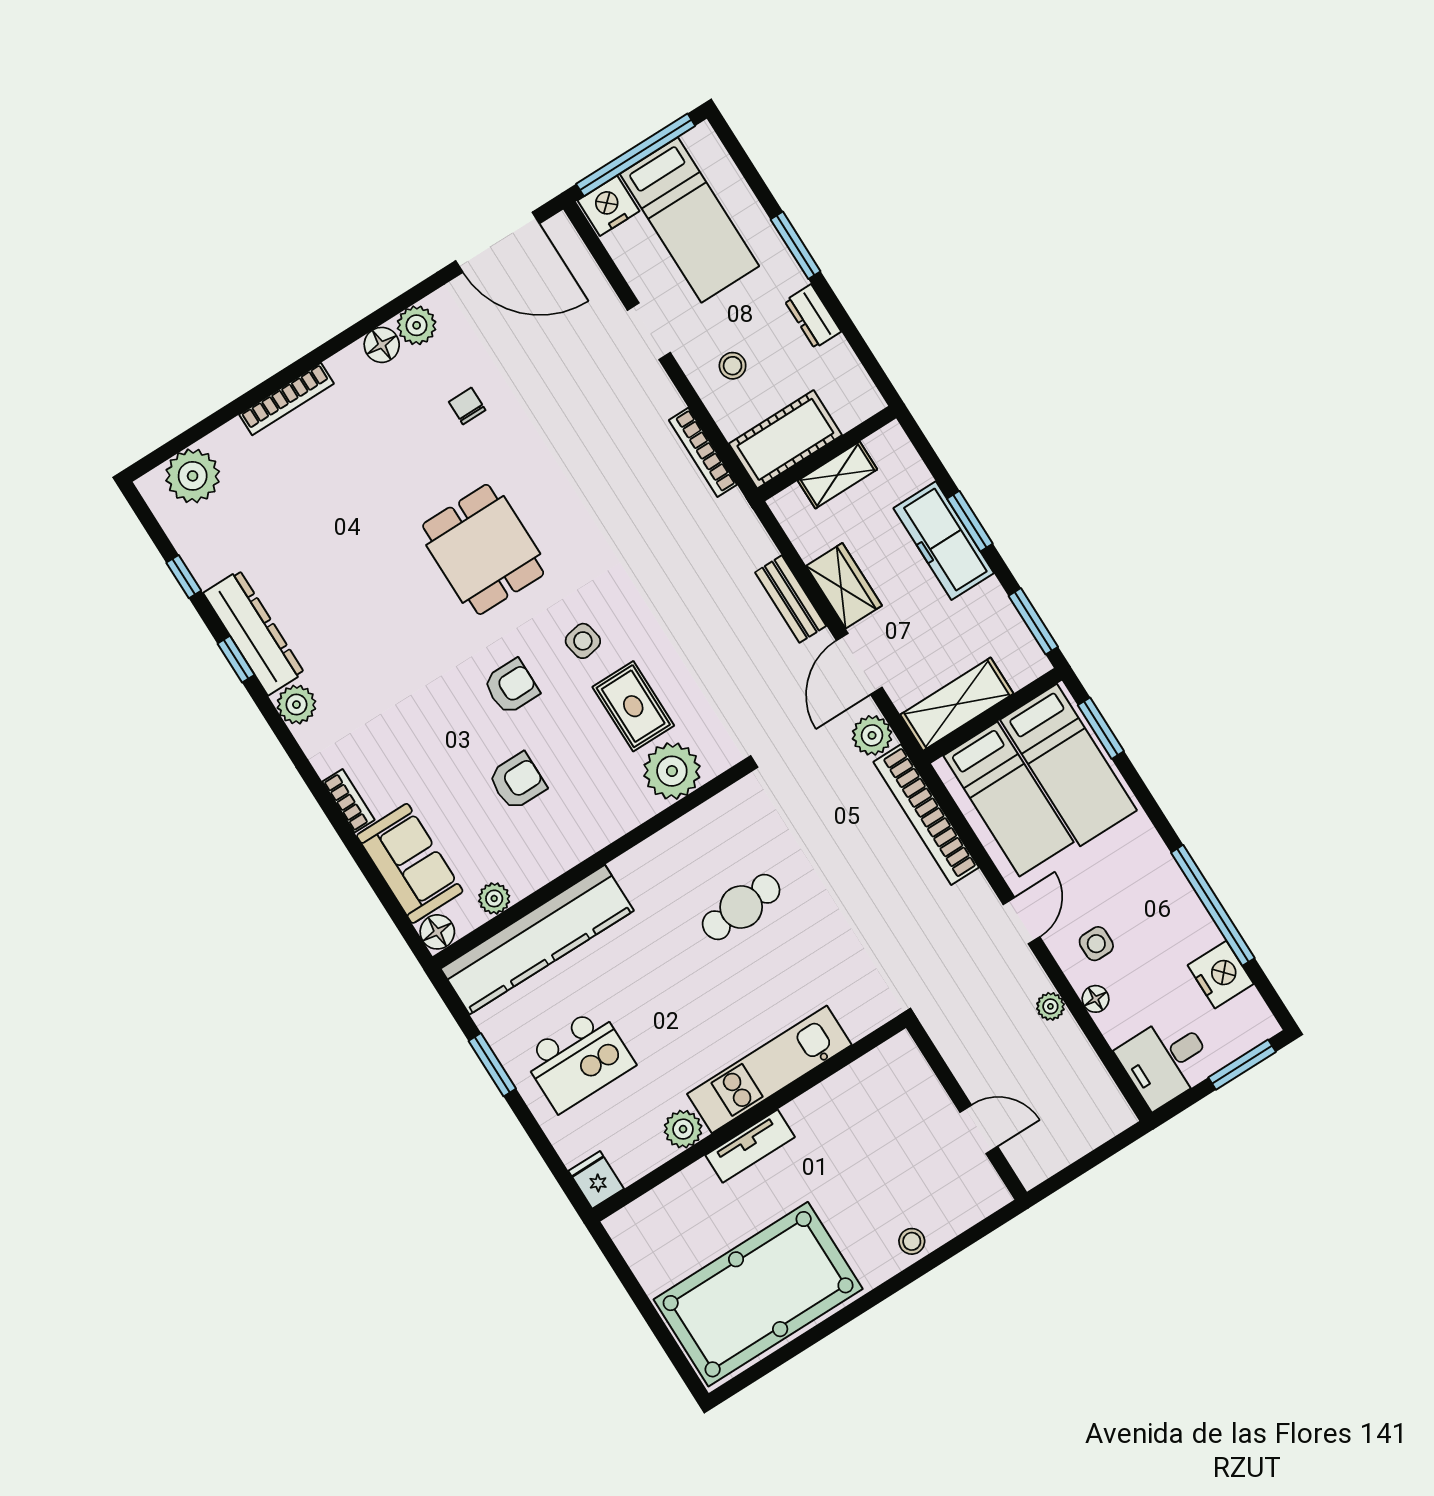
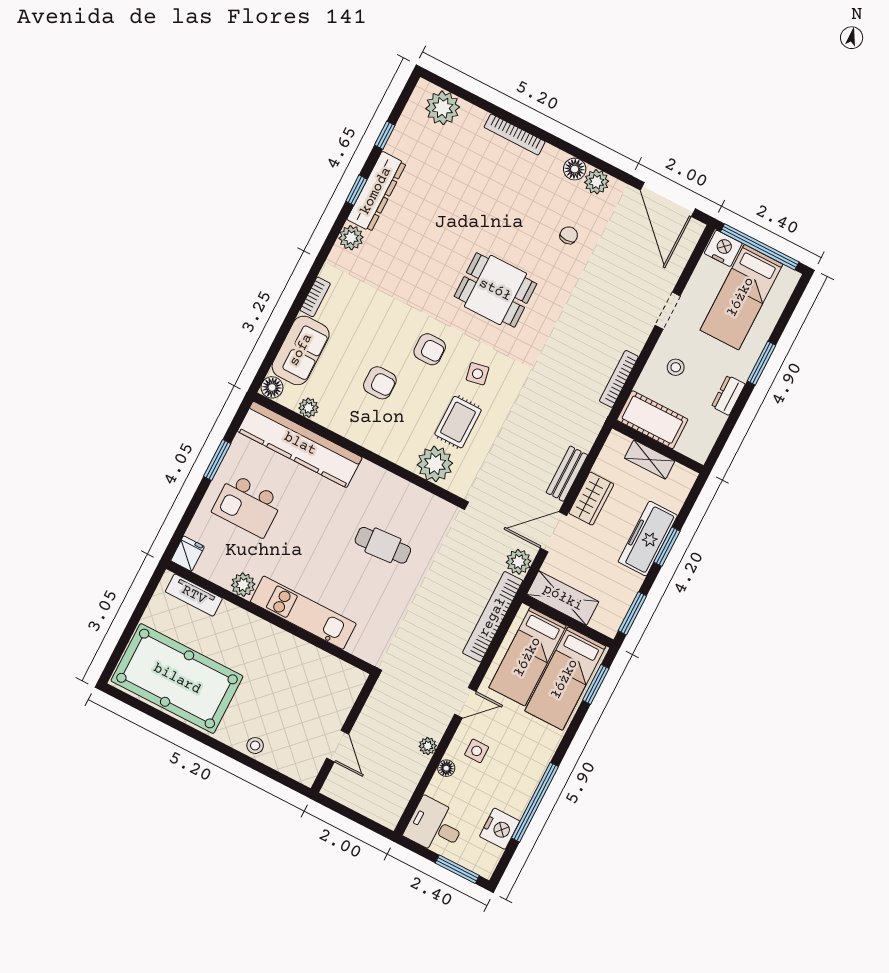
dining table: (483, 549) -> (495, 290), turned 90
tv unit: (750, 1146) -> (194, 595), moved

